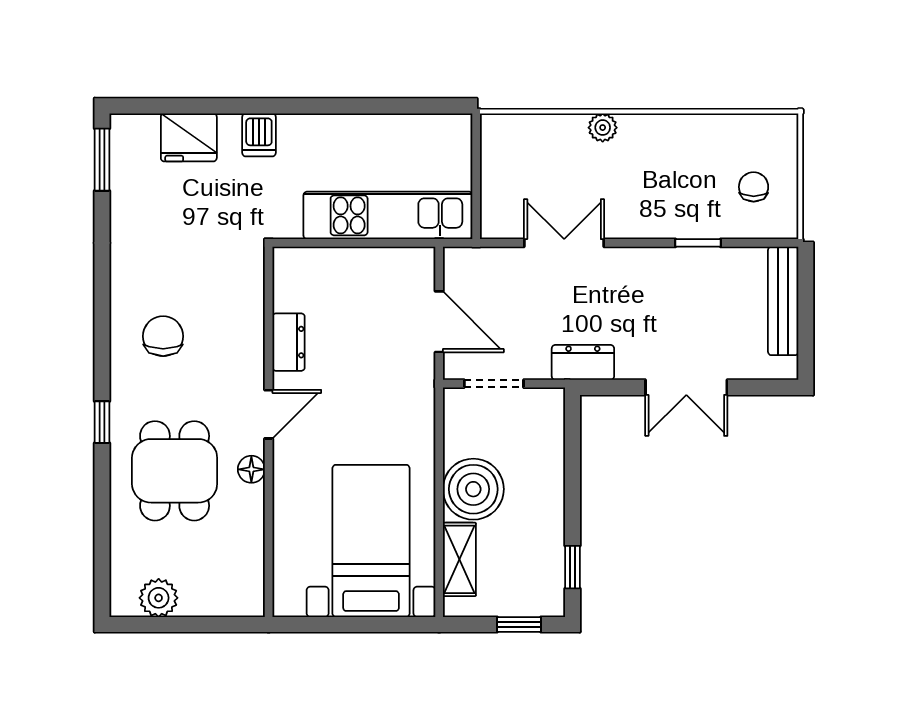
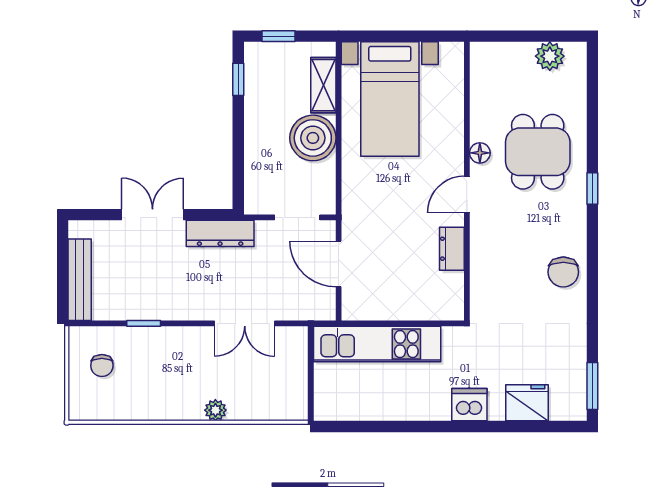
dishwasher: (259, 135) -> (469, 405), width x1.38
chair: (163, 336) -> (563, 272), moved
dresser: (583, 362) -> (220, 233), width x1.44

